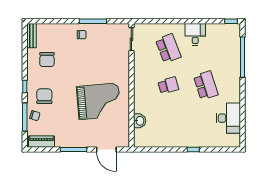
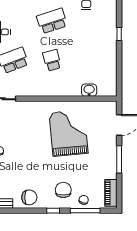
chair: (47, 60) -> (29, 197), moved
chair: (44, 96) -> (63, 190), turned 90

